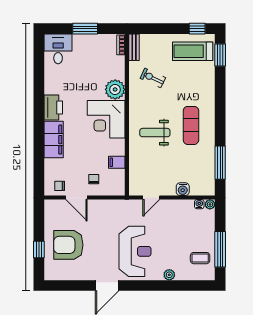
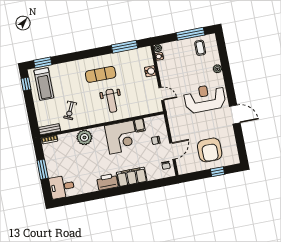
corner desk: (106, 119) -> (121, 137), moved

